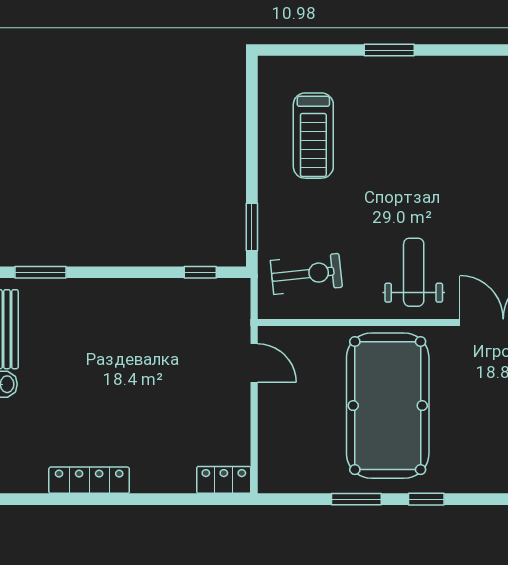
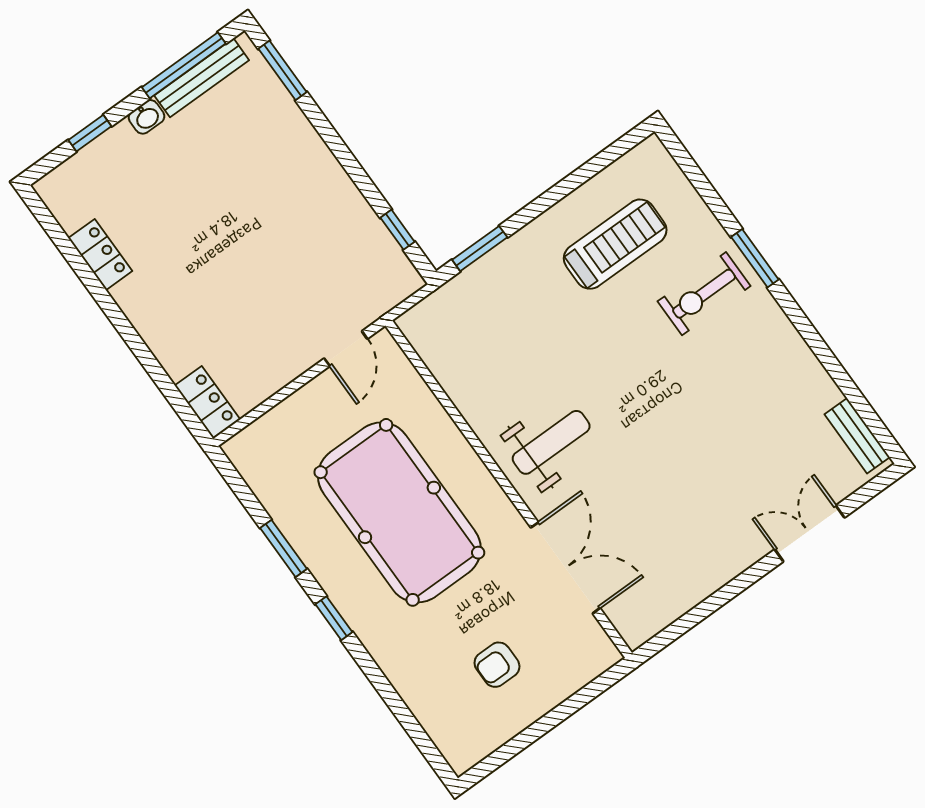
treadmill: (313, 136) -> (615, 244), turned 180
exercise bike: (306, 274) -> (704, 294), moved, turned 96
pool table: (388, 406) -> (399, 512), turned 90
locker: (89, 480) -> (100, 255), width x0.66

